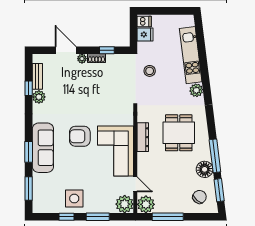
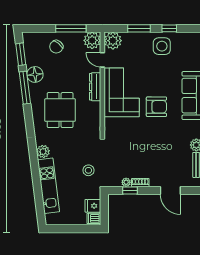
plant: (82, 59) -> (126, 182), moved
dresser: (143, 137) -> (95, 87), moved
chair: (199, 197) -> (56, 47), moved

